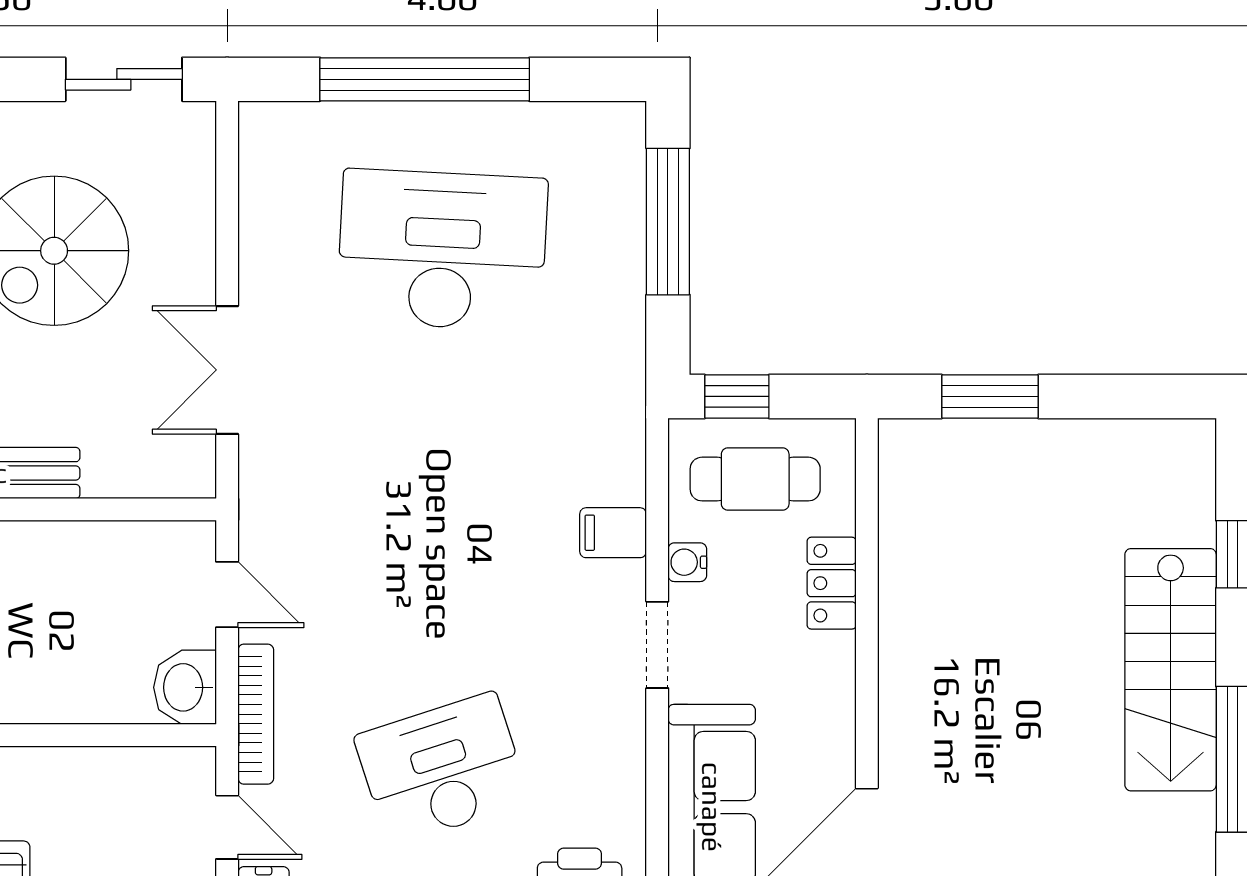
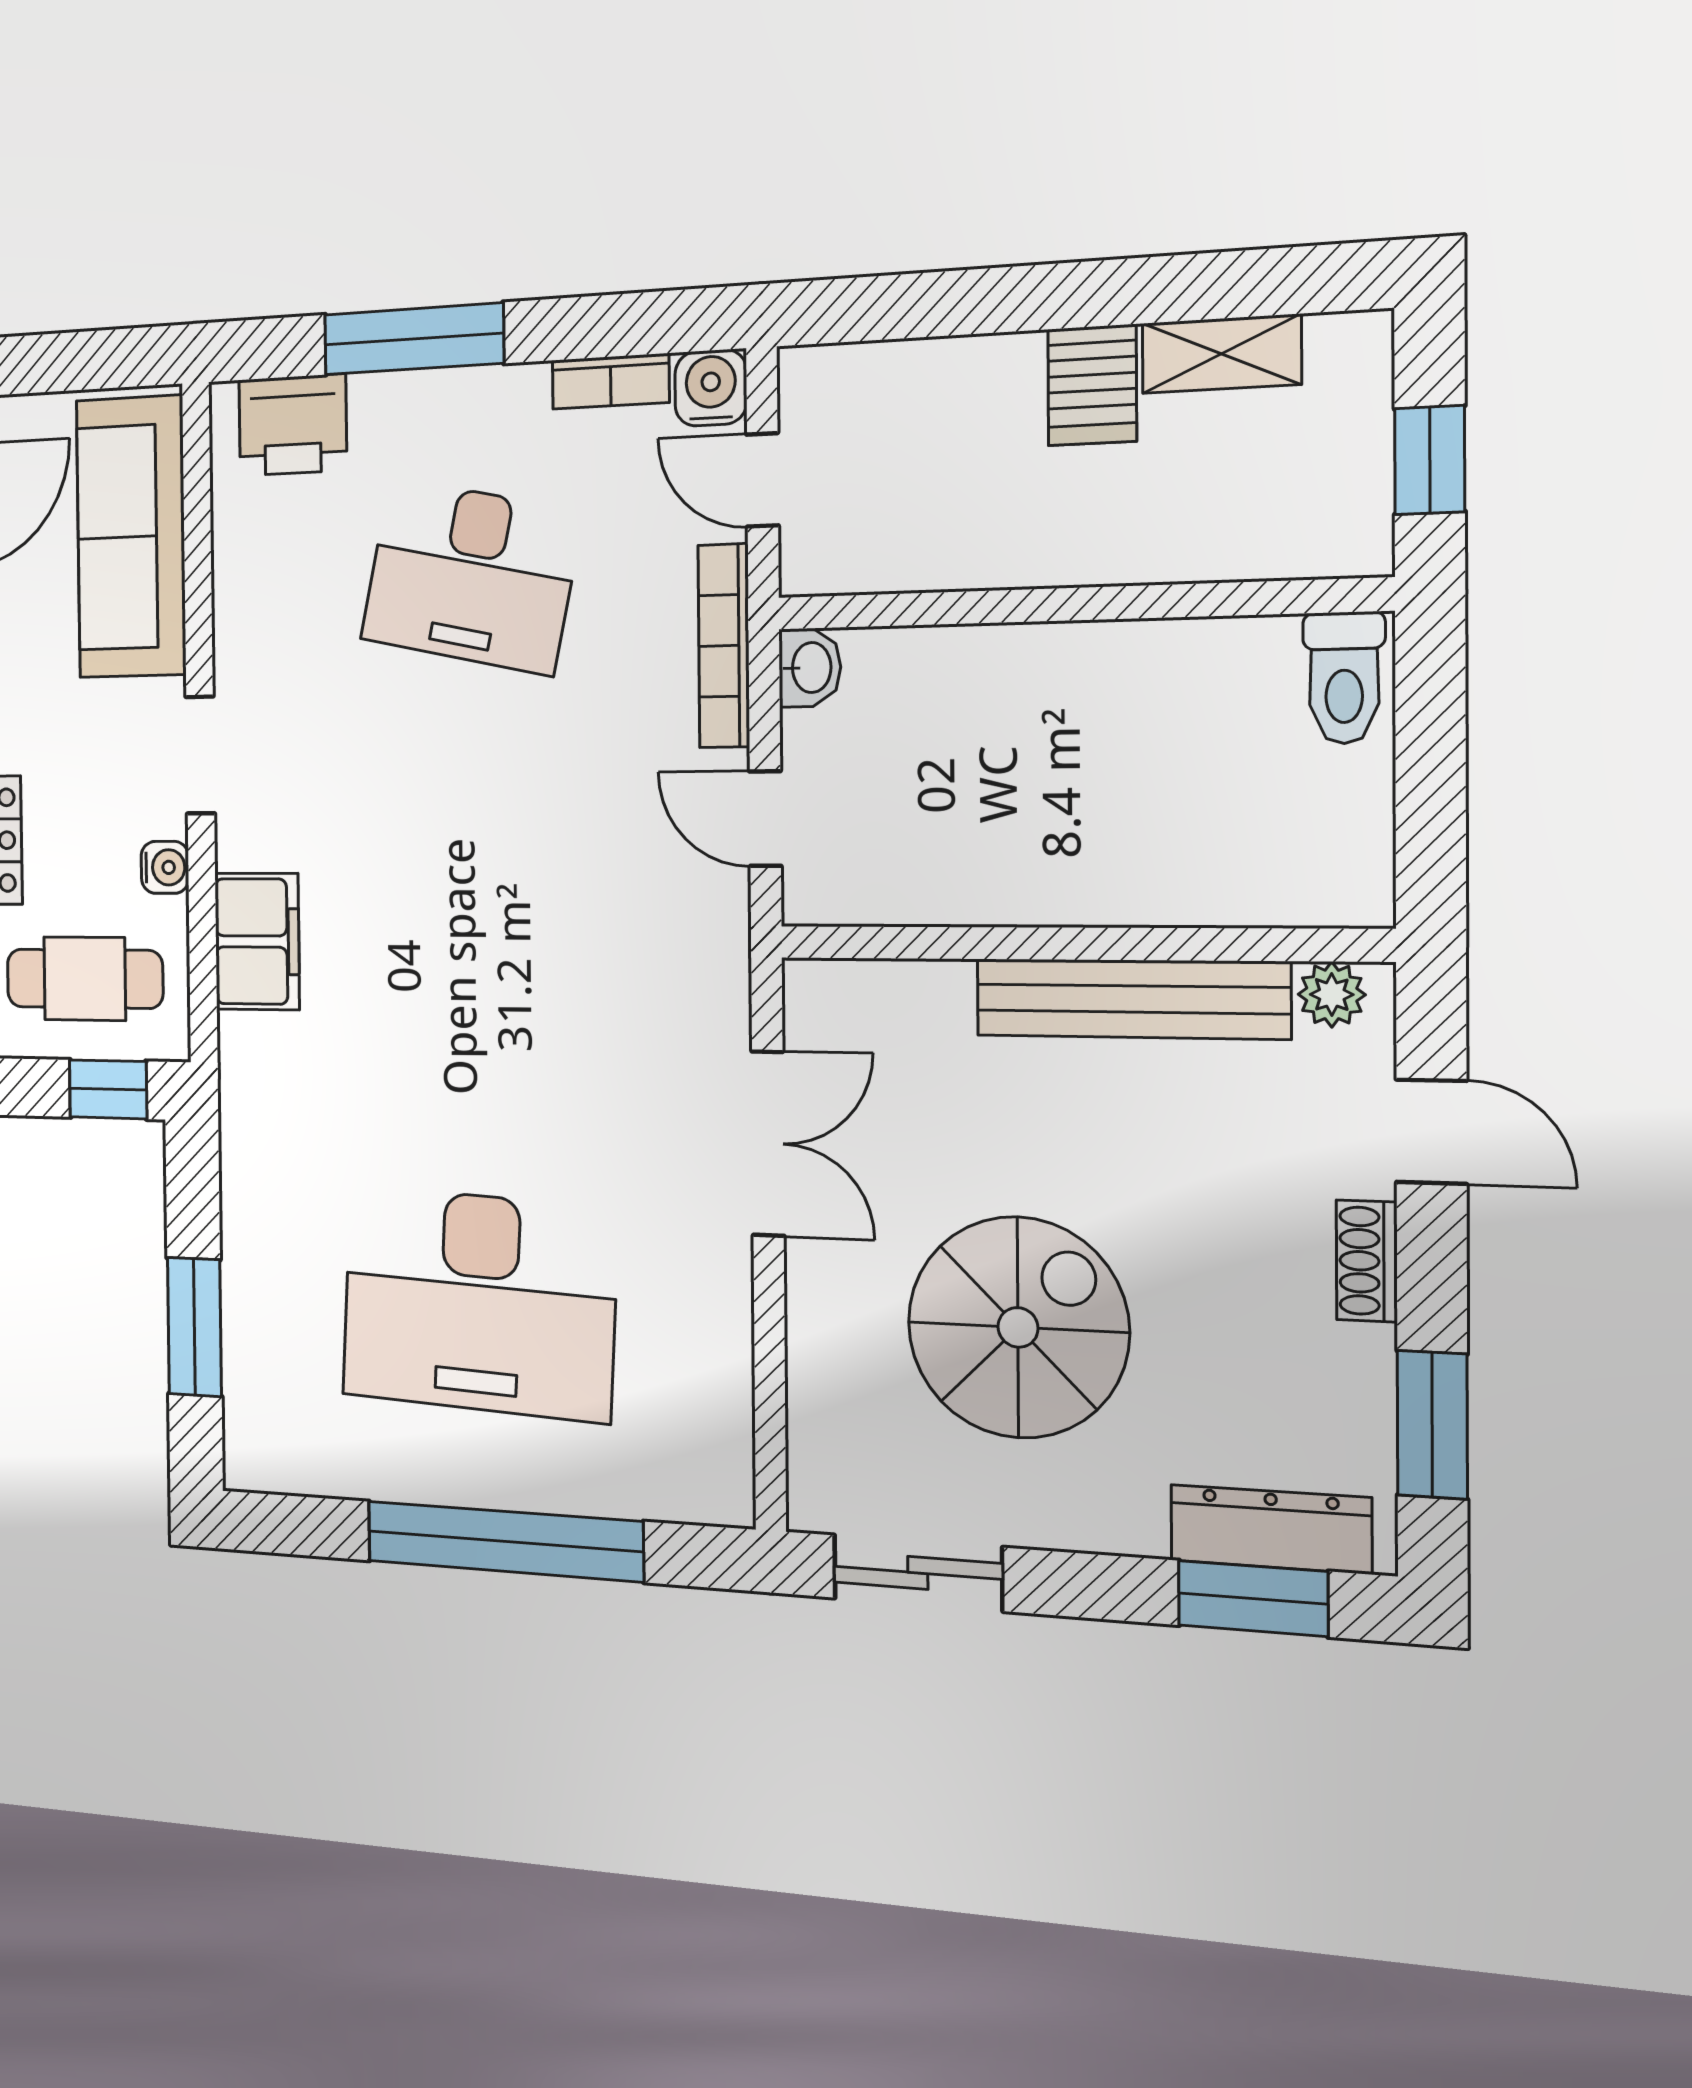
window: (668, 222) -> (194, 1327), width x0.69
filing cabinet: (613, 533) -> (257, 941), width x2.00
washbasin: (185, 687) -> (810, 668), width x0.72, depth x0.69
desk: (442, 769) -> (471, 576), turned 30

